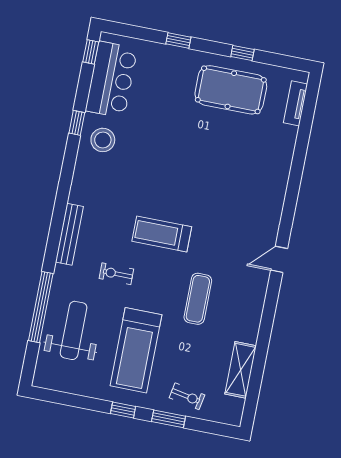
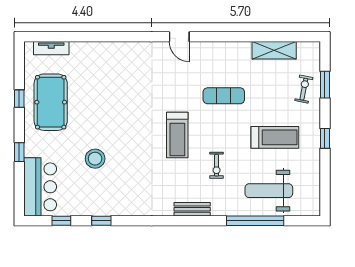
window: (91, 52) -> (61, 221), moved
bar counter: (111, 80) -> (40, 187), moved, turned 90
stool: (103, 140) -> (95, 159), moved
bench: (69, 234) -> (192, 209), width x0.73
treadmill: (136, 350) -> (275, 137), width x0.73, depth x0.73
window: (168, 419) -> (325, 85), moved

